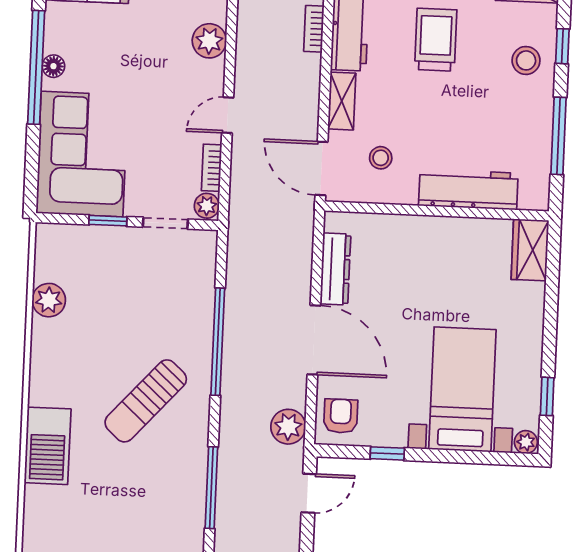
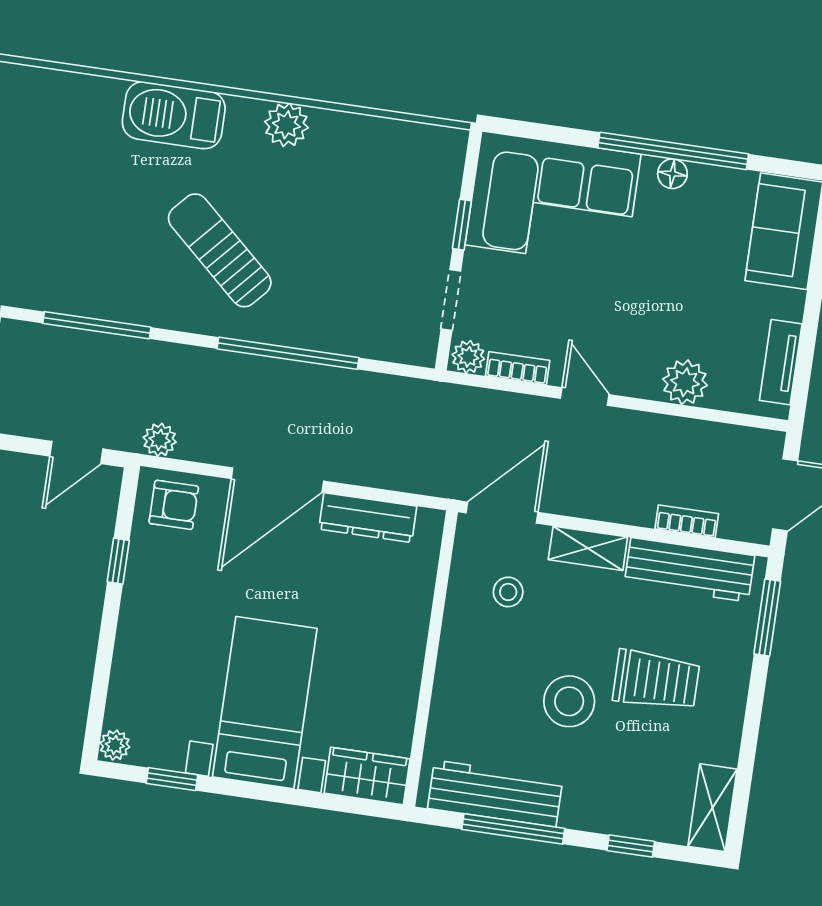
stool: (526, 60) -> (569, 701), moved, width x1.38, depth x1.38
workbench: (468, 189) -> (495, 794), moved, turned -90
plant: (49, 300) -> (286, 125), moved
bed with nightstands: (462, 389) -> (265, 703), moved, turned -90
plant: (288, 427) -> (160, 440), width x0.73, depth x0.73
door: (309, 493) -> (76, 453), hinge flipped

